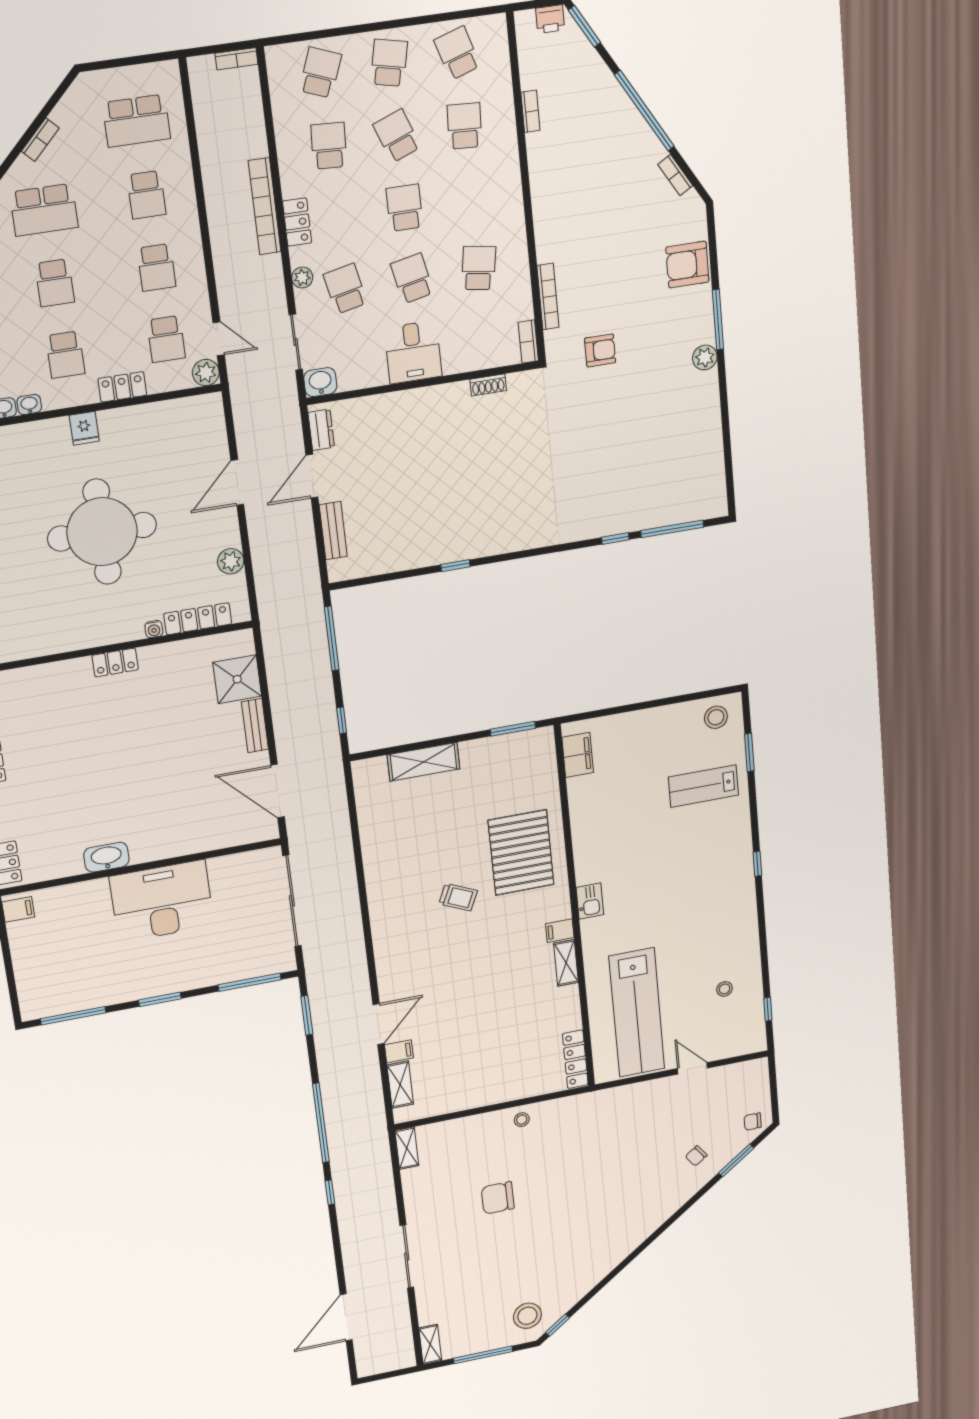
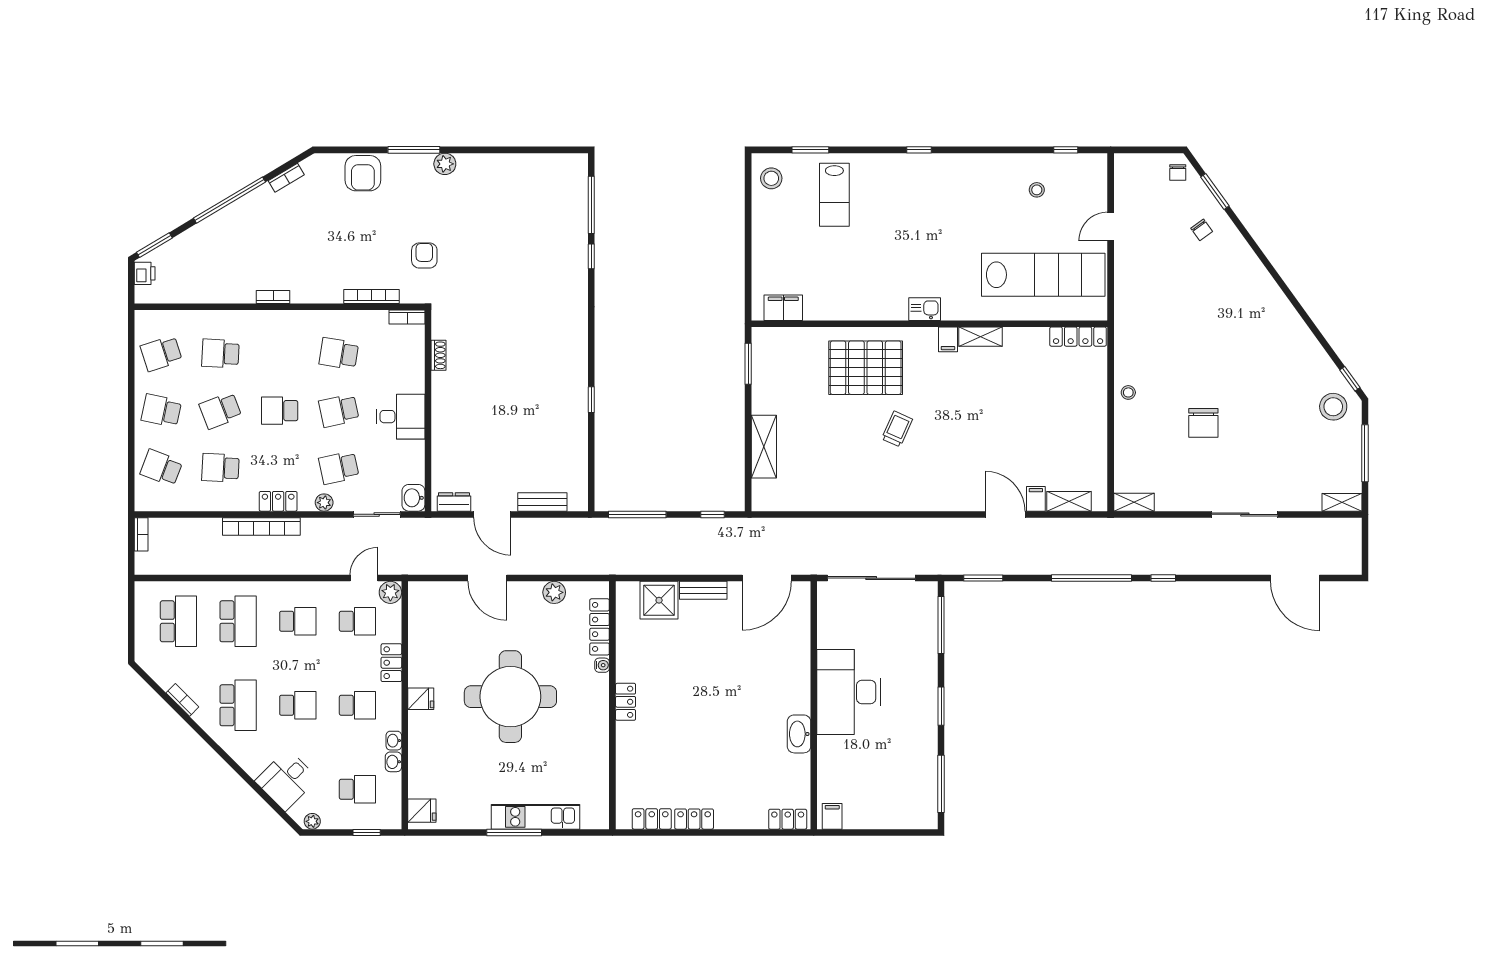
bookcase: (530, 111) -> (273, 297), moved
school desk: (146, 195) -> (238, 621), width x1.85

